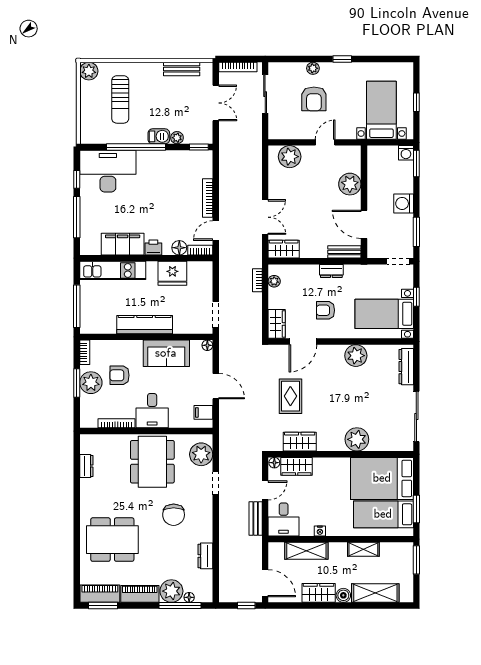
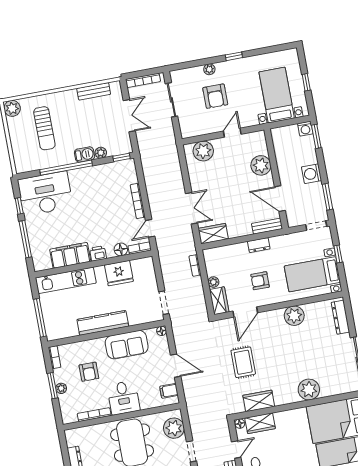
plant: (274, 281) -> (213, 282), moved
armchair: (120, 375) -> (89, 372), turned -90
plant: (91, 383) -> (61, 388), width x0.53, depth x0.53

